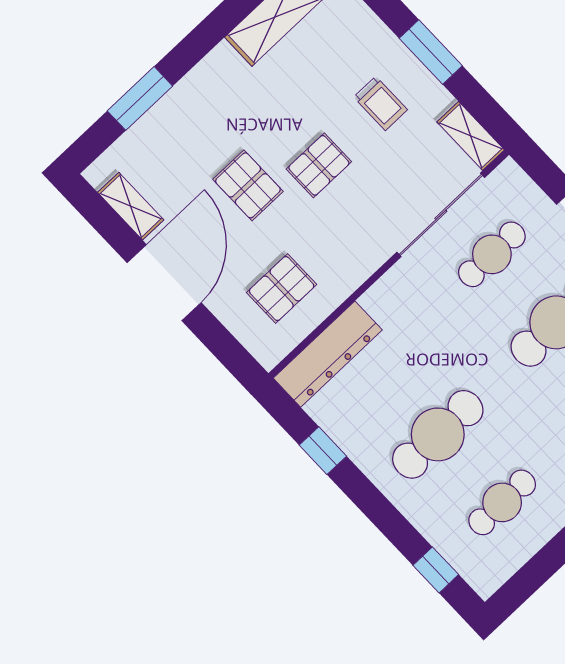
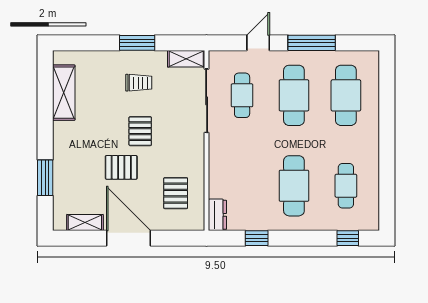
dresser: (328, 354) -> (217, 215), width x0.51, depth x0.80

